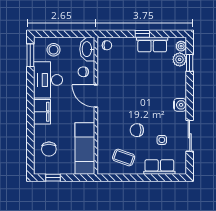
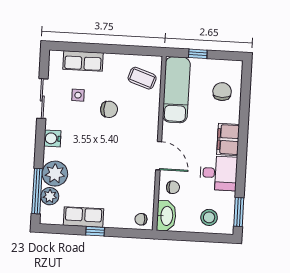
plant: (181, 46) -> (55, 174), moved, width x1.88, depth x1.88
window: (190, 63) -> (37, 191), width x2.17
desk: (48, 80) -> (219, 173), width x0.73
coffee table: (124, 157) -> (142, 78), moved
window: (53, 178) -> (198, 54), moved

